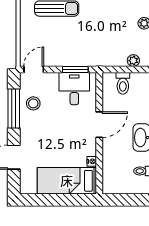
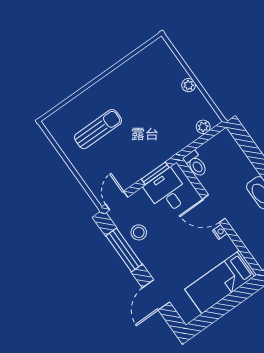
toilet: (123, 83) -> (196, 164), moved
door: (99, 125) -> (214, 209), swing flipped
nightstand: (92, 161) -> (220, 232), moved

